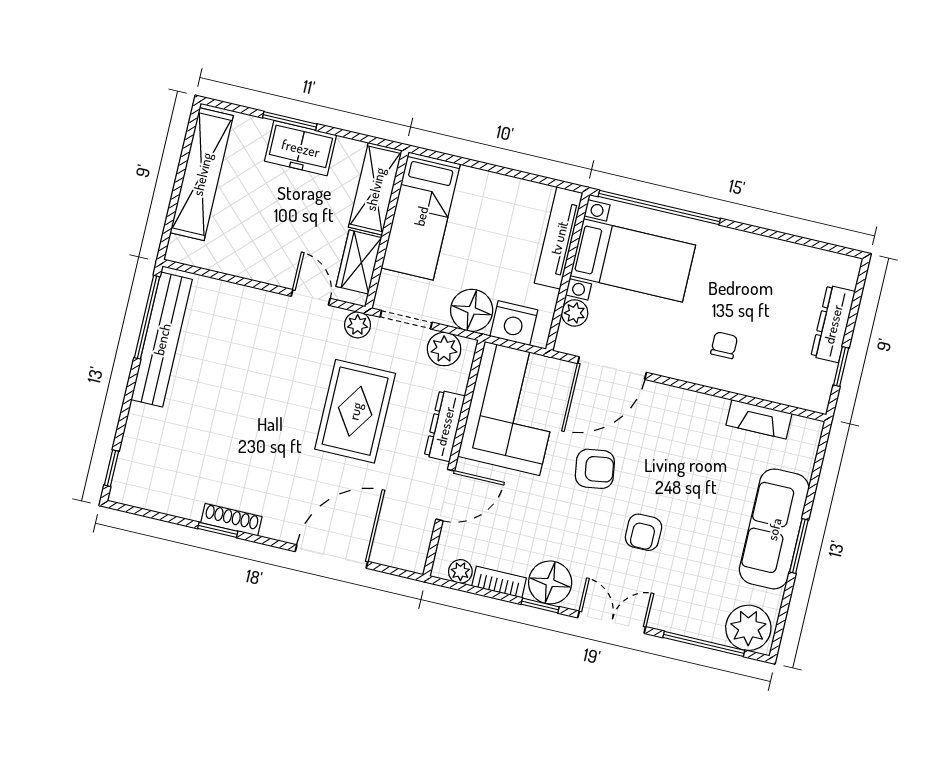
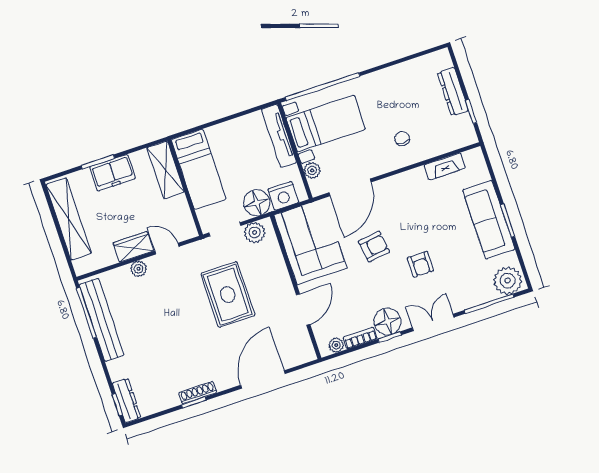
wardrobe: (359, 262) -> (133, 247), moved, turned 90
plant: (358, 325) -> (139, 269), moved
dresser: (445, 426) -> (127, 400), moved, turned 180

